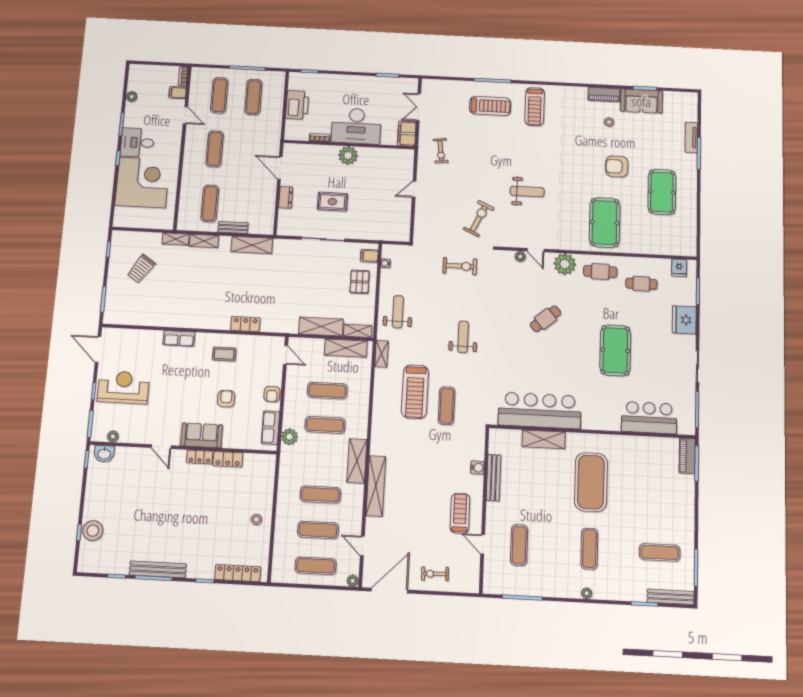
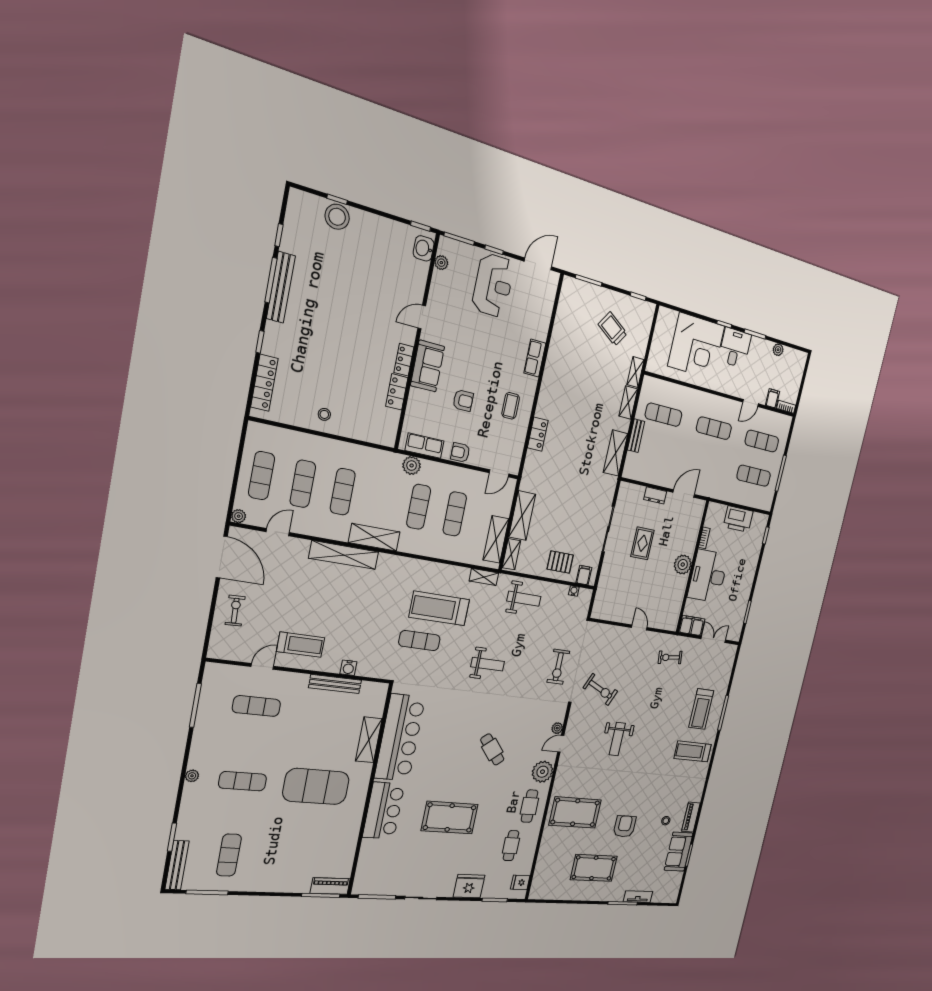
bar counter: (649, 418) -> (384, 811), moved

